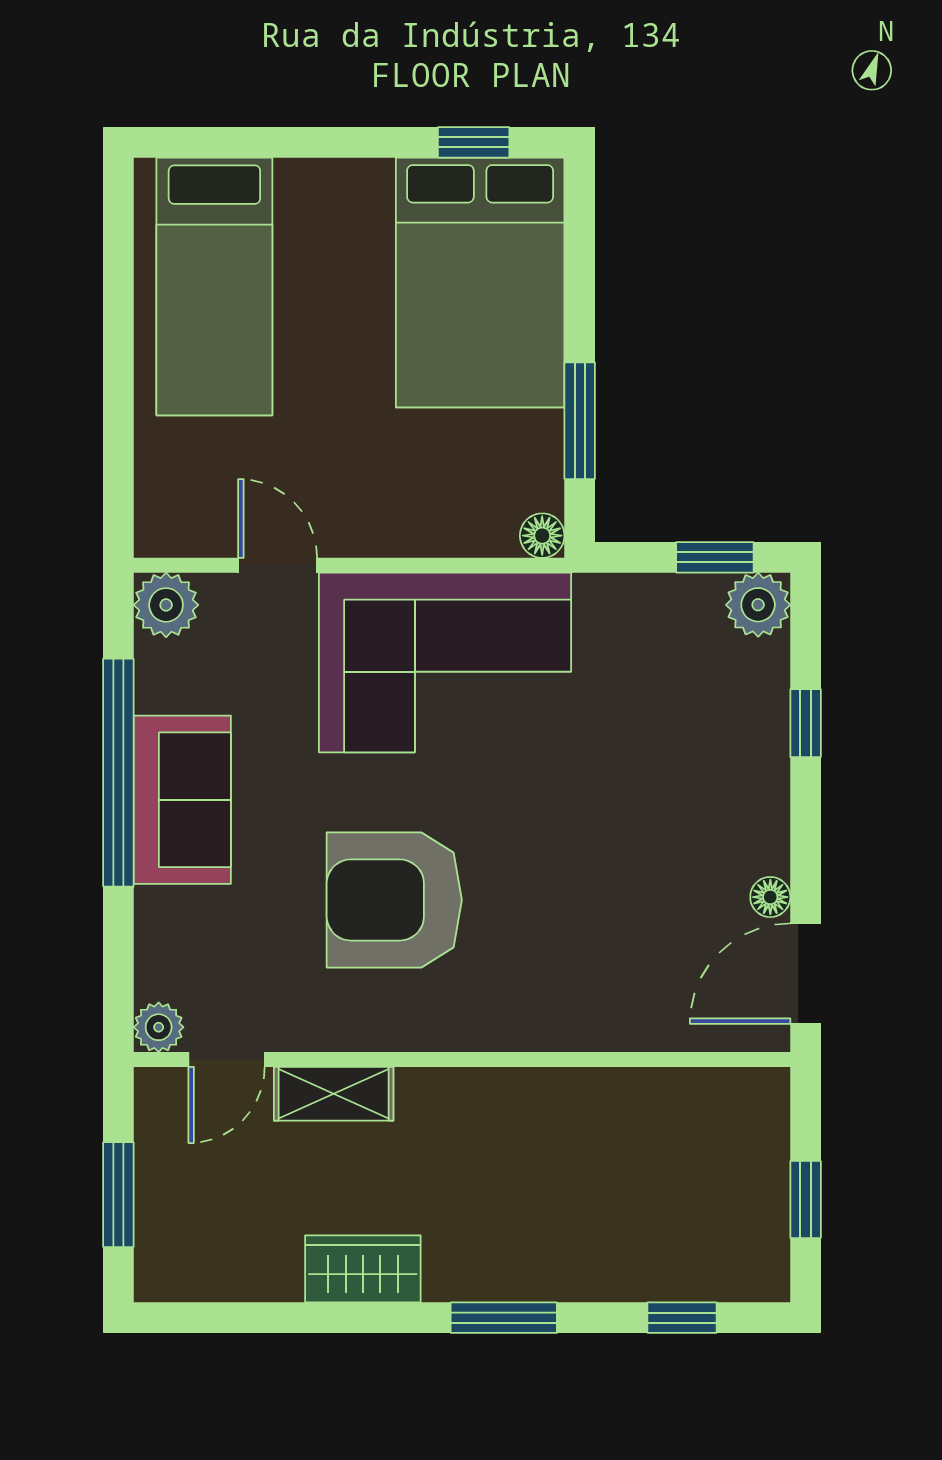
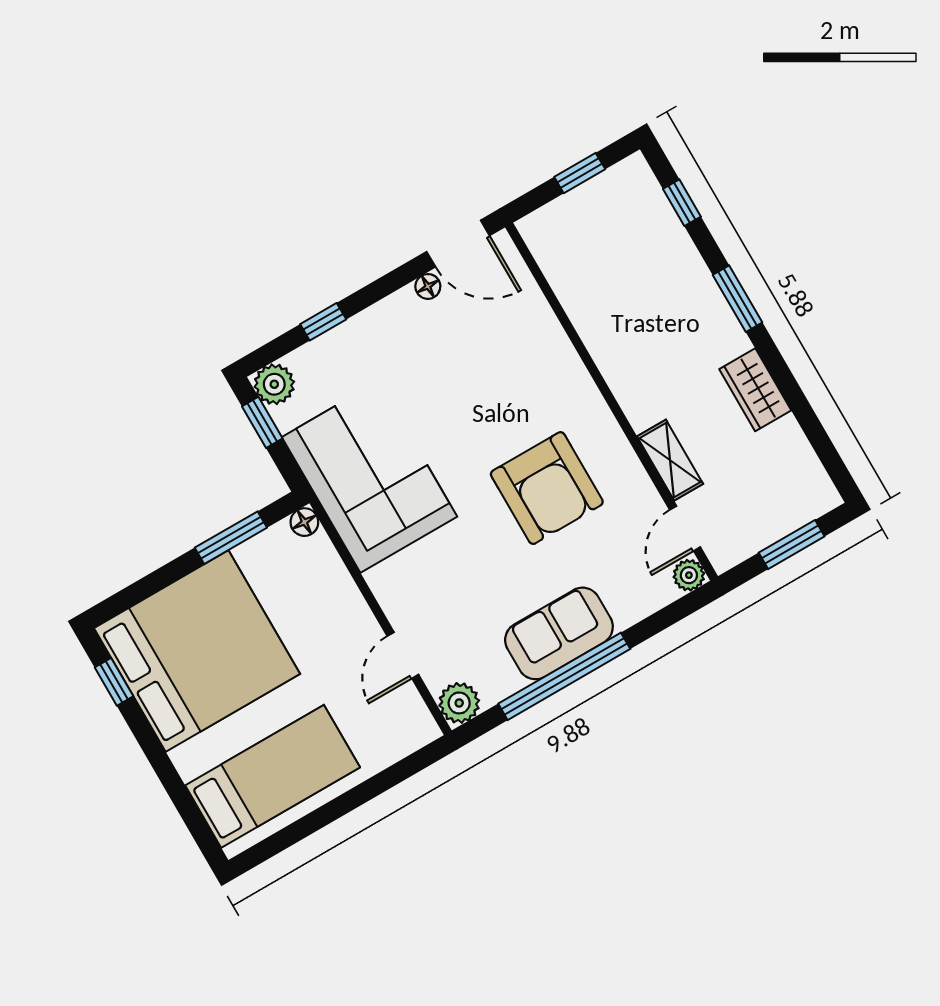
bed: (480, 283) -> (197, 651), width x1.36
corner sofa: (445, 663) -> (369, 477), moved
door: (227, 1060) -> (685, 528), swing flipped

